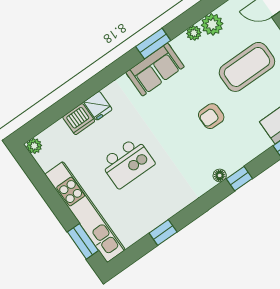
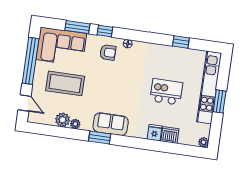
armchair: (211, 116) -> (108, 52), moved
window: (239, 179) -> (105, 31), moved
window: (83, 241) -> (220, 101), moved

